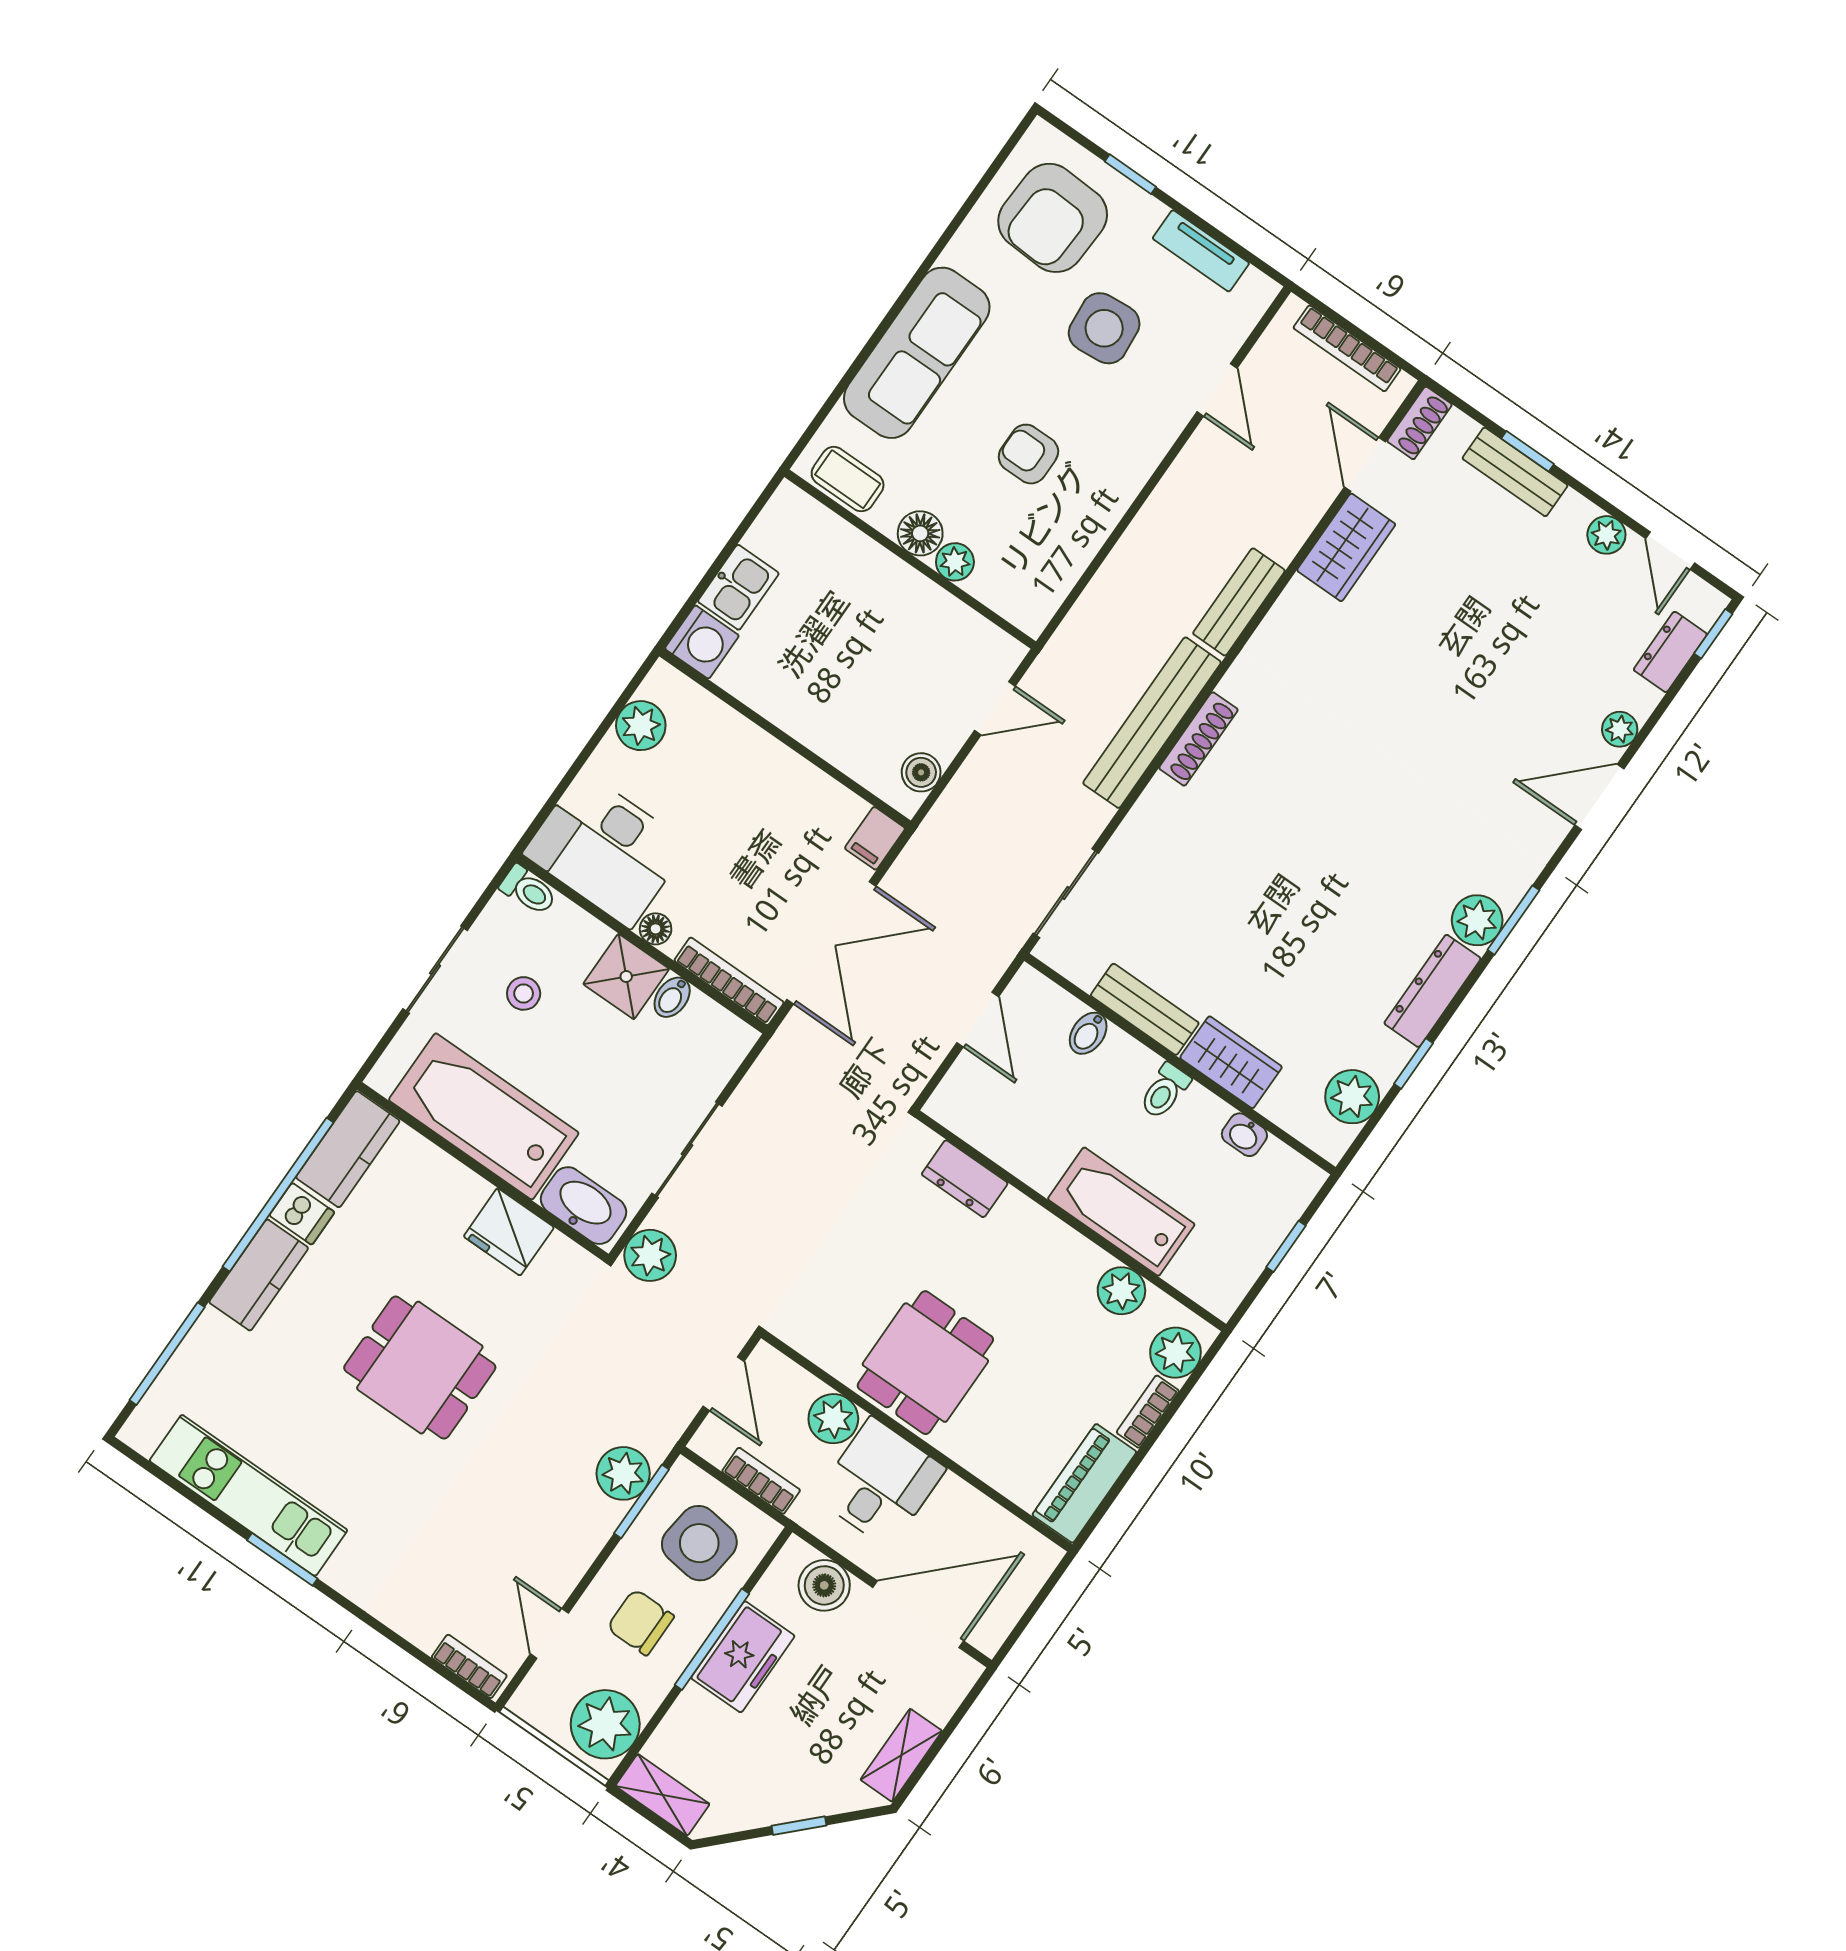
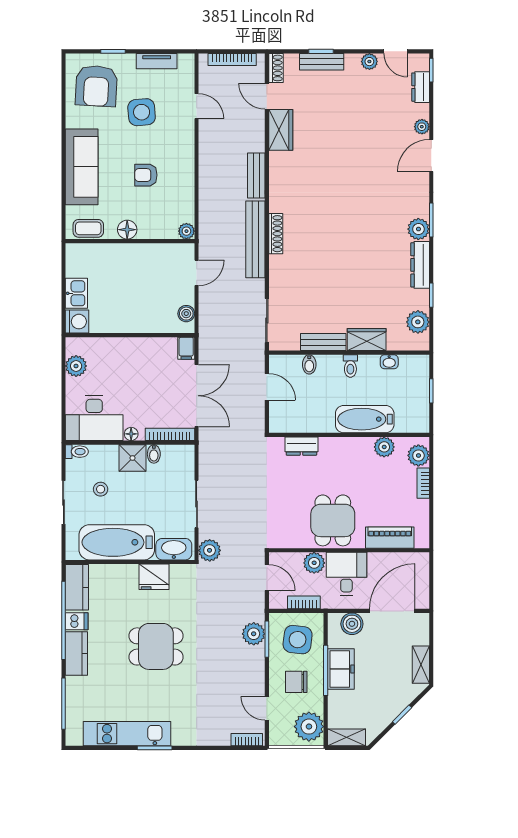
plant: (955, 562) -> (186, 231), moved
piano: (1084, 1483) -> (390, 538), moved, turned 90

